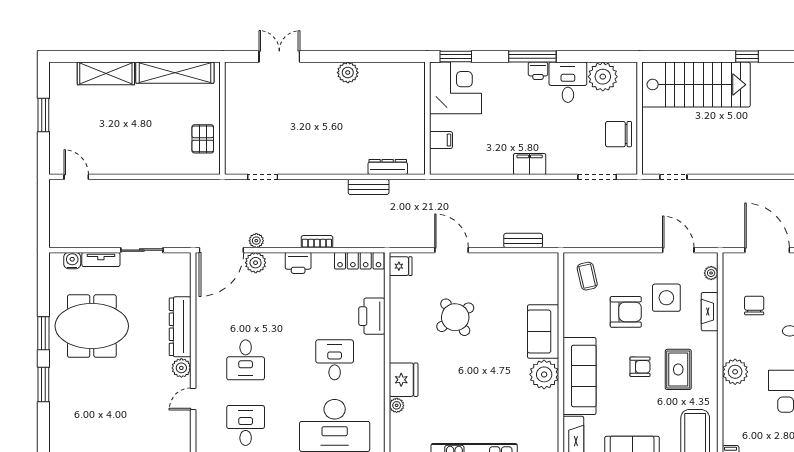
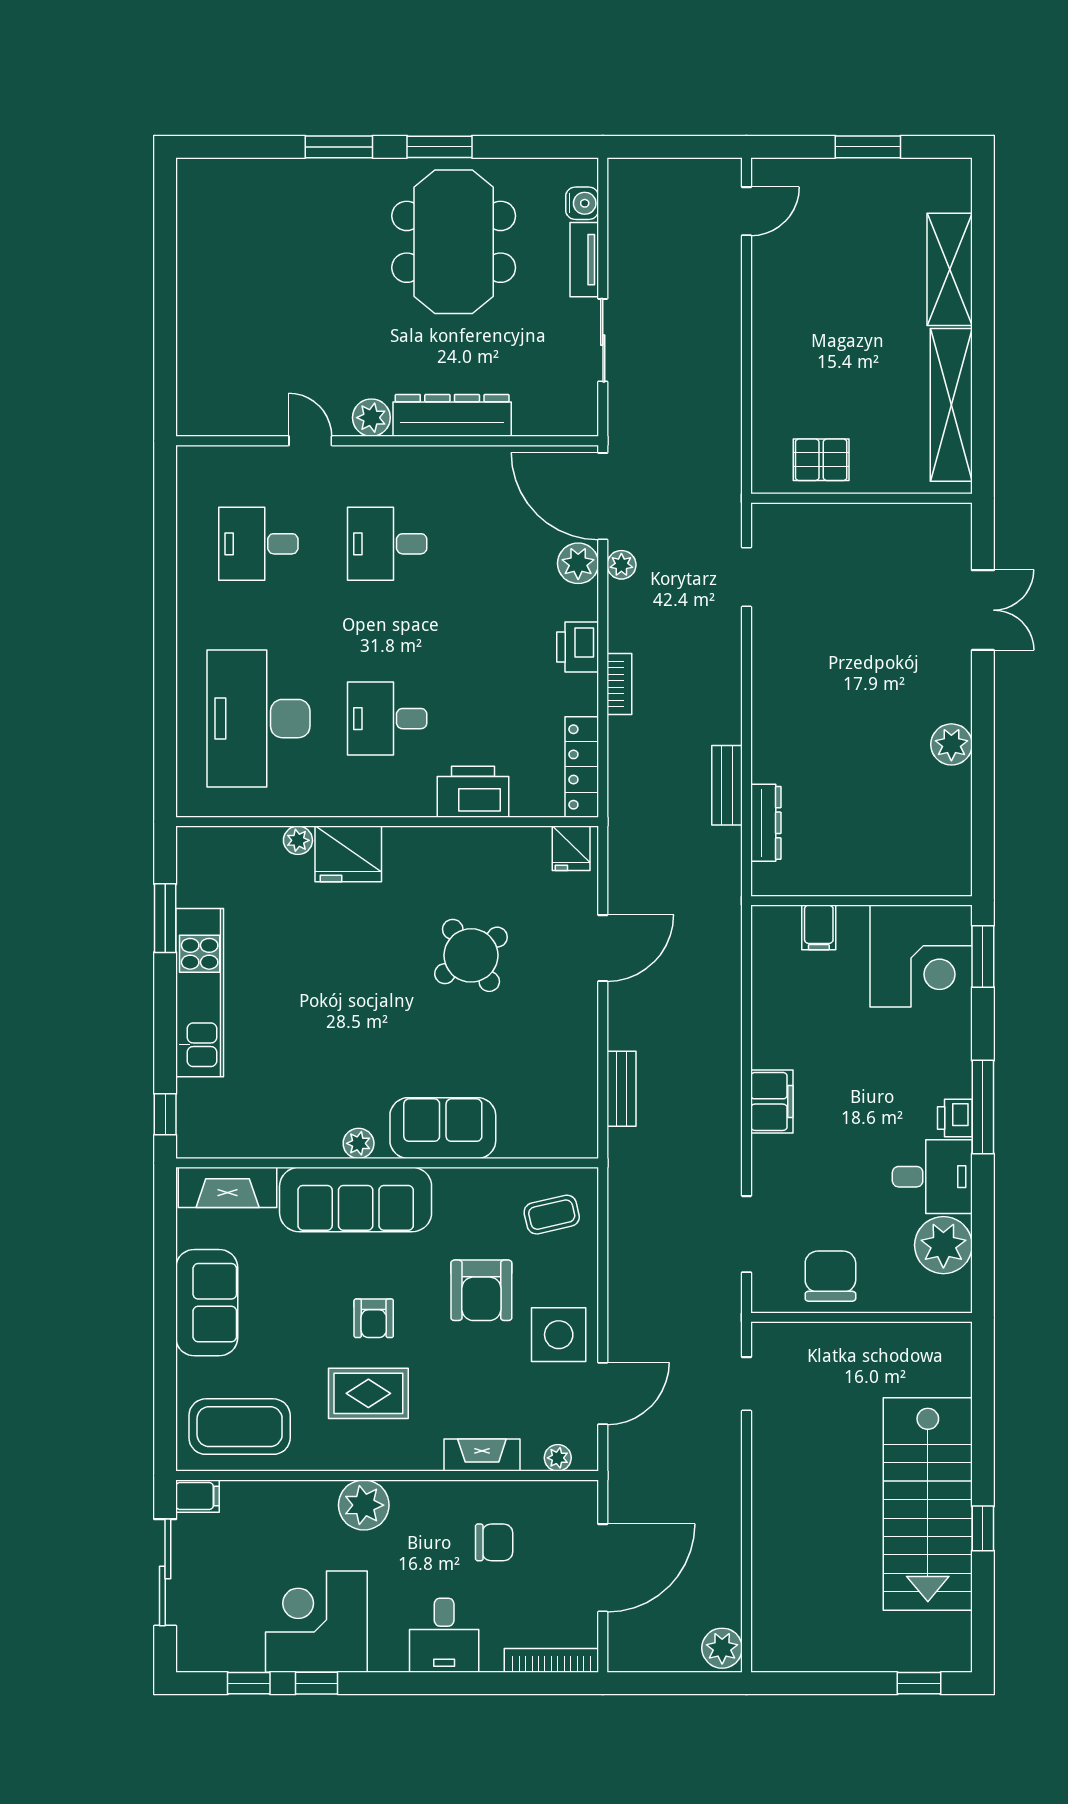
stairs: (696, 85) -> (928, 1504), moved
side table: (666, 298) -> (559, 1335), moved
desk: (335, 360) -> (387, 719), turned 180
plant: (544, 374) -> (359, 1143), width x0.53, depth x0.53
desk: (246, 425) -> (258, 544), turned 180

